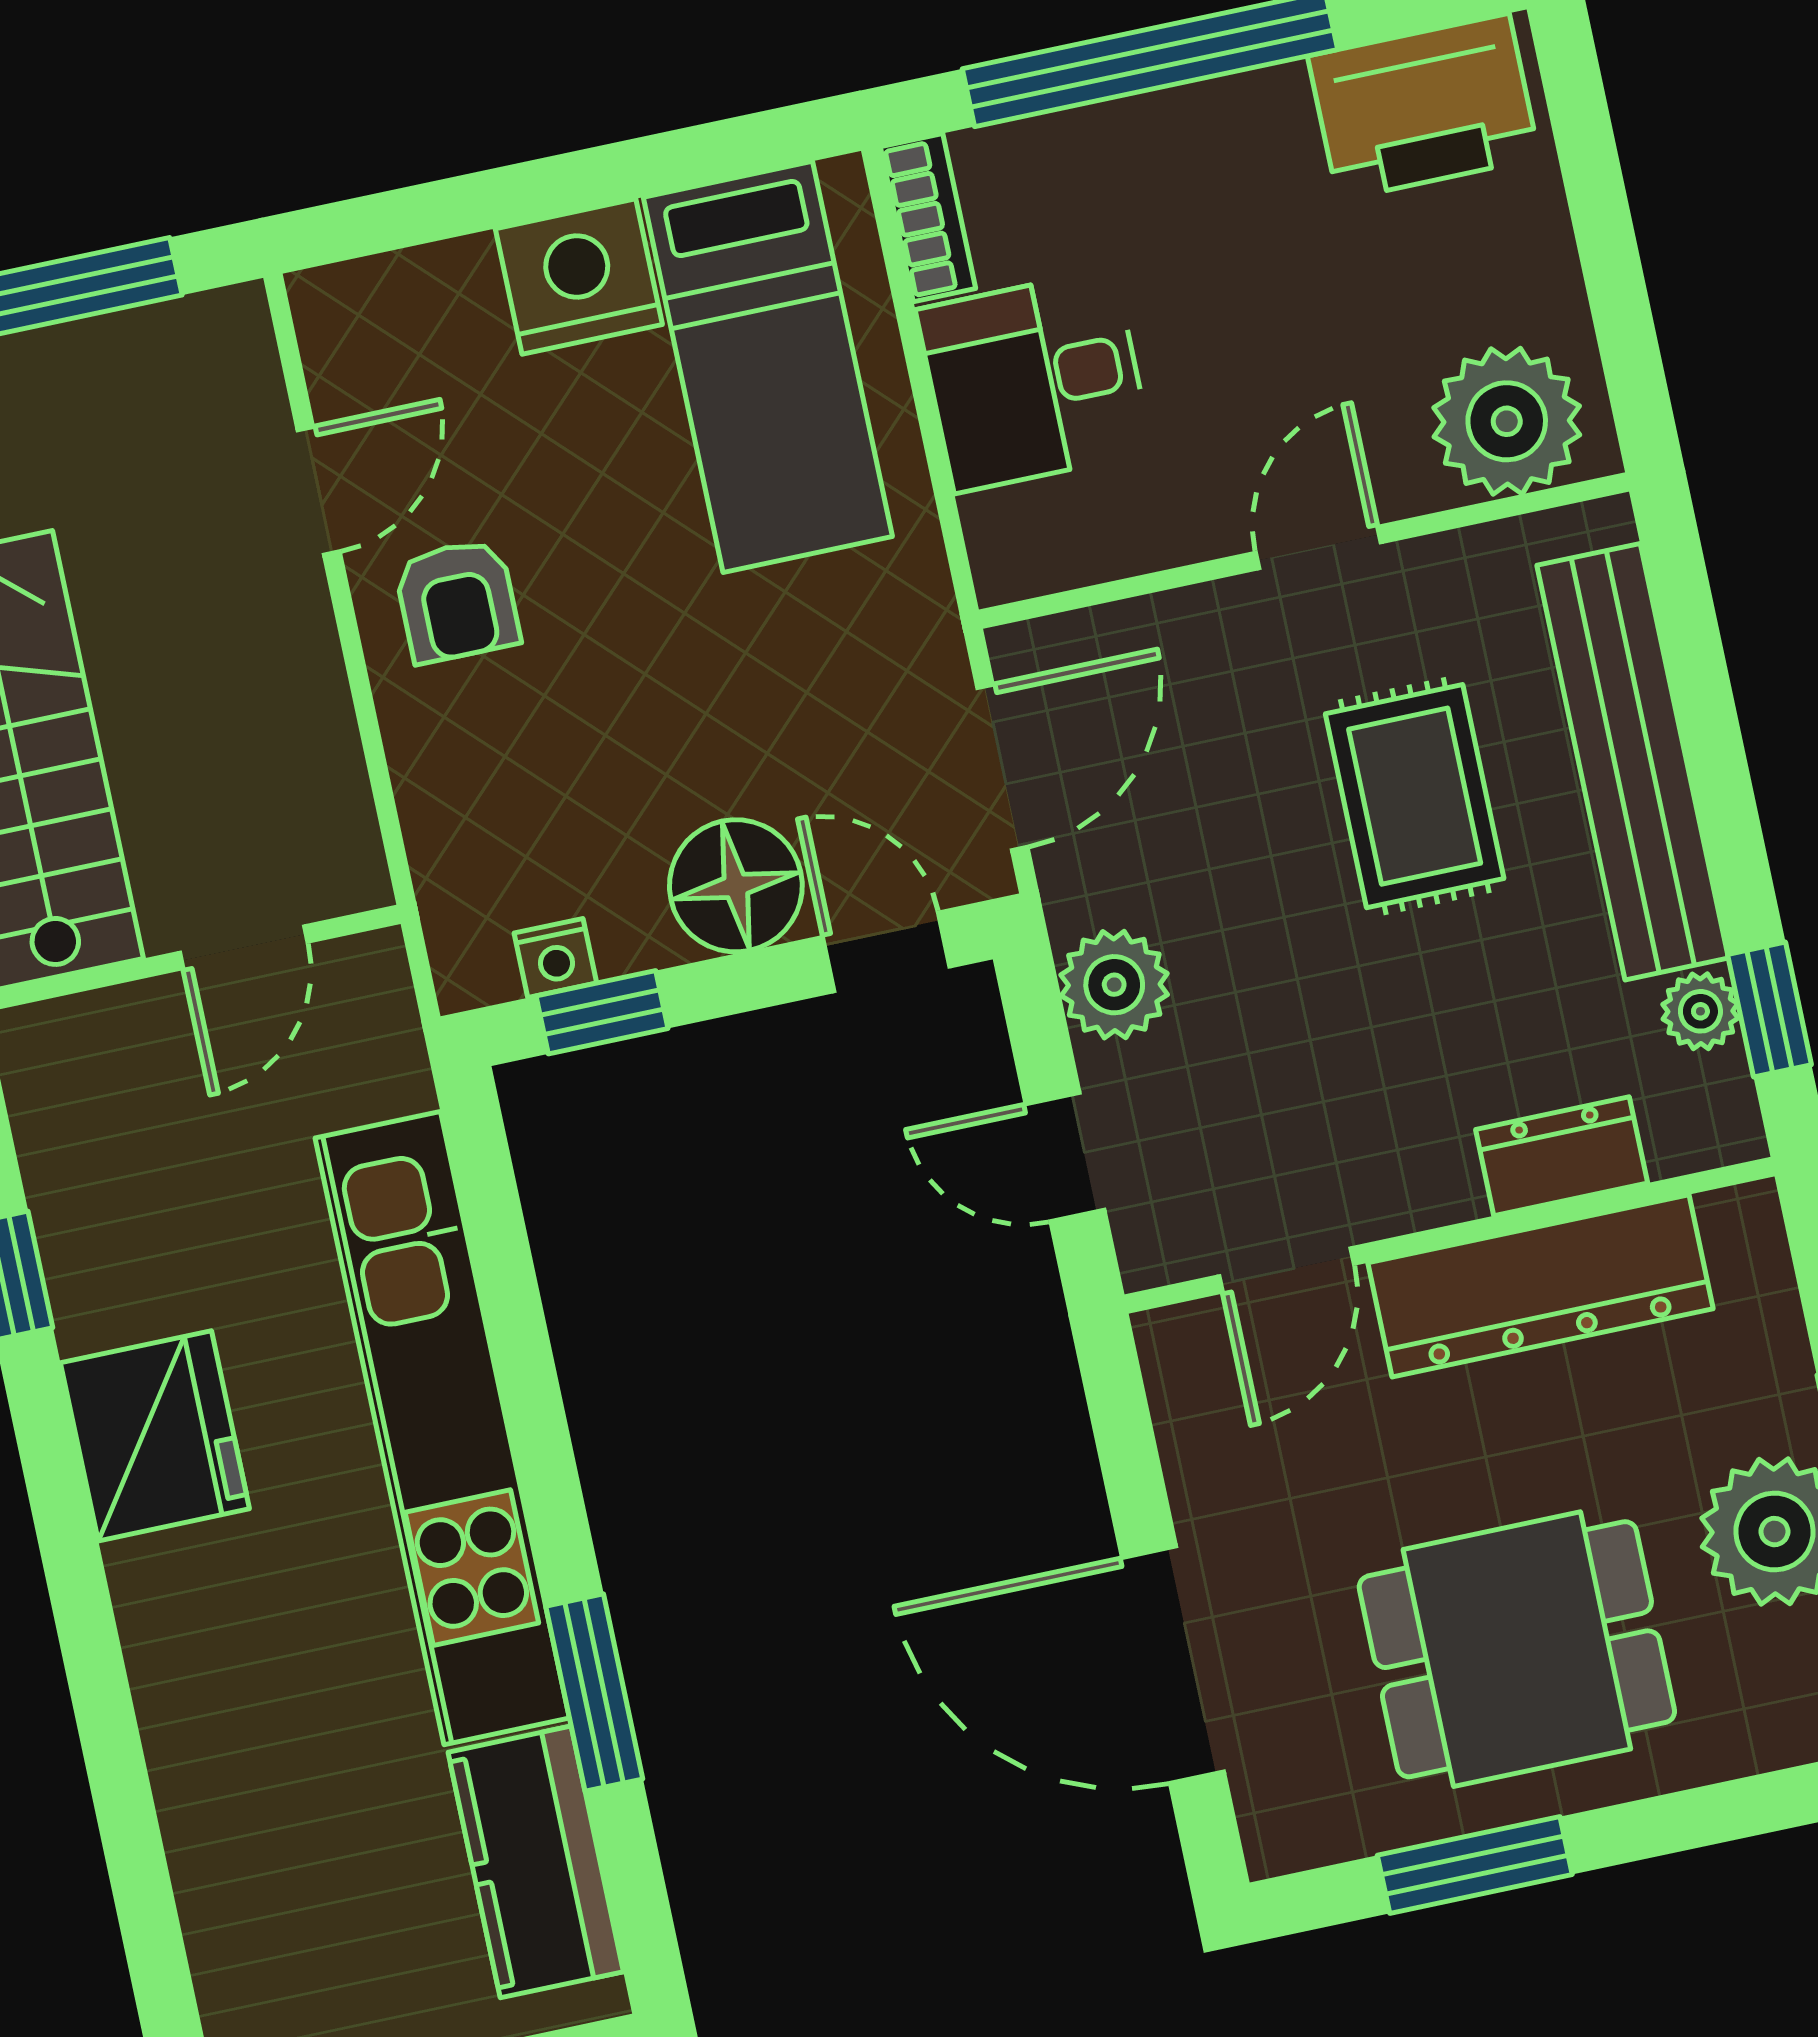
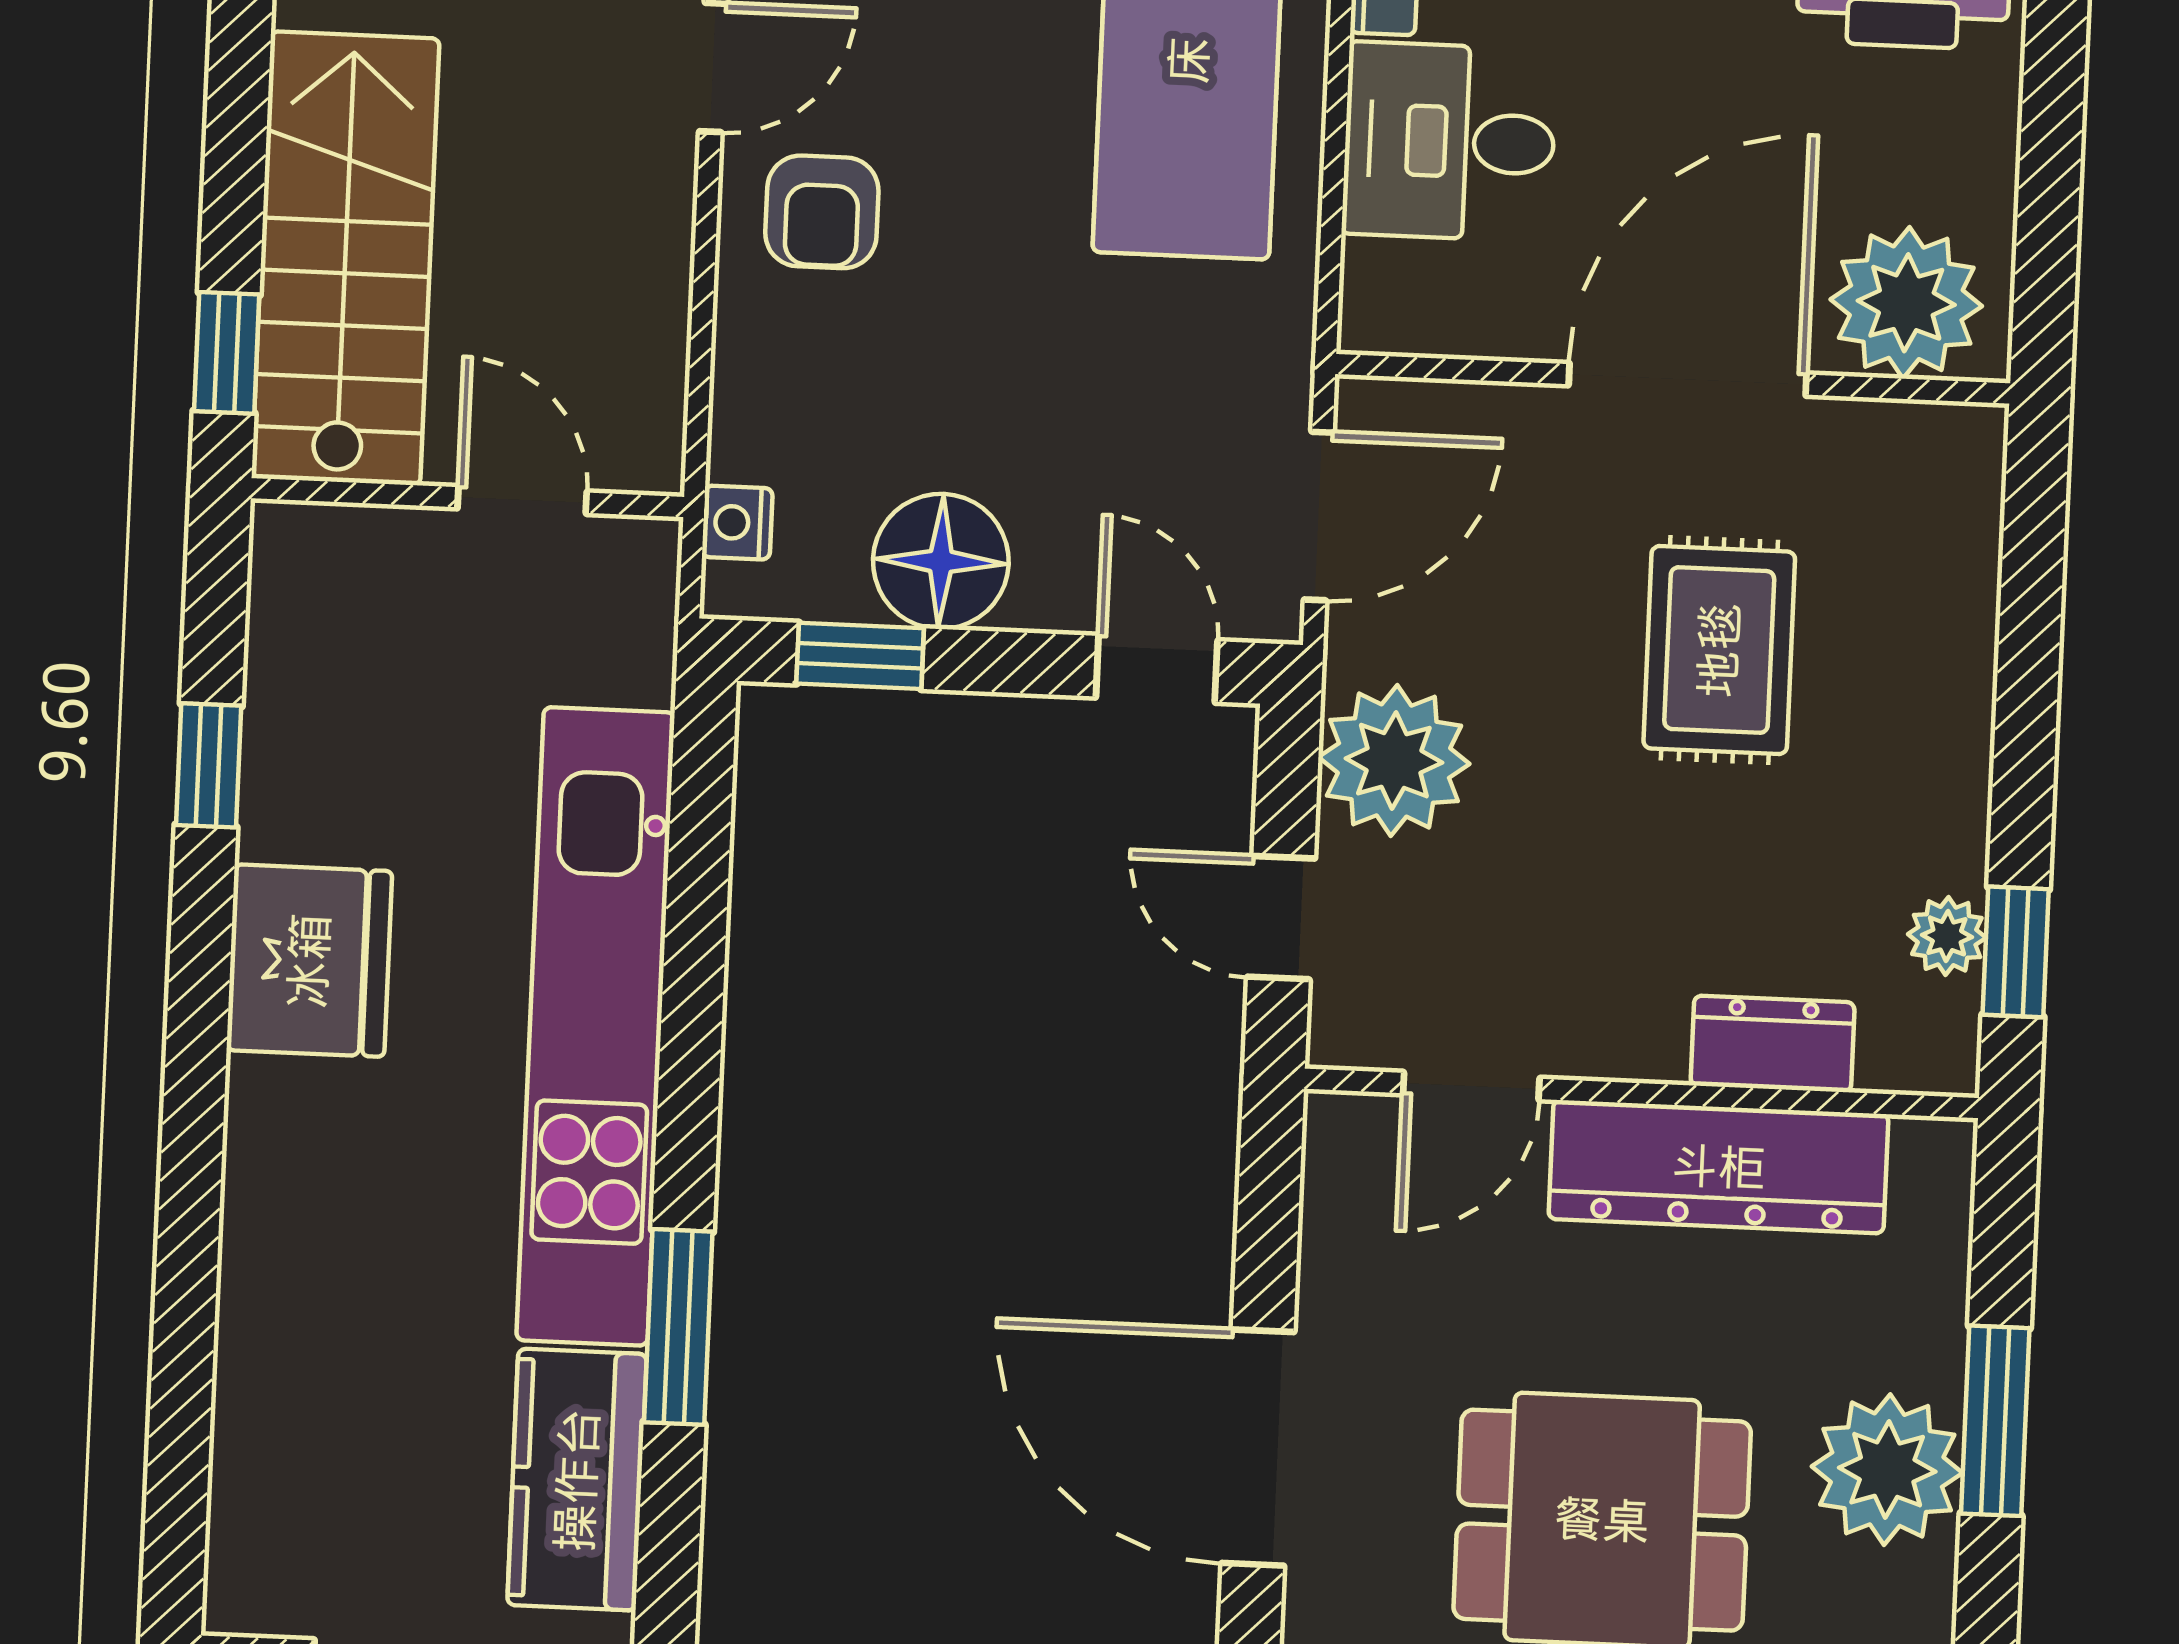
door: (1318, 547) -> (1688, 379), width x1.87
bench: (1633, 762) -> (1944, 672), removed
floor lamp: (736, 886) -> (941, 561), moved
door: (244, 947) -> (522, 500), swing flipped
nightstand: (555, 958) -> (737, 523), moved, turned 90
plant: (1114, 985) -> (1394, 761), width x1.36, depth x1.36

